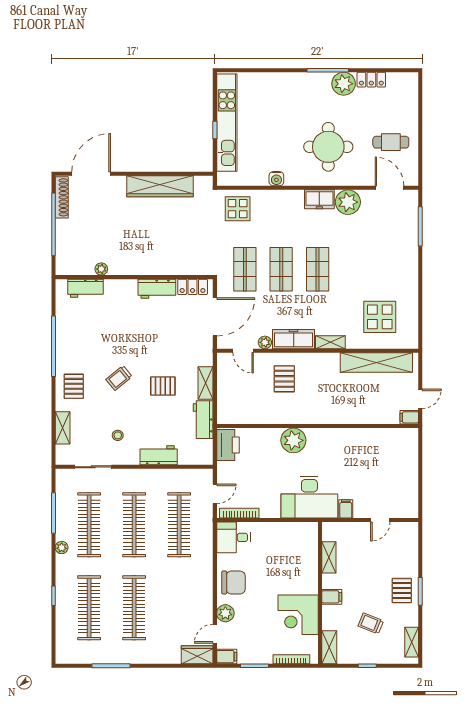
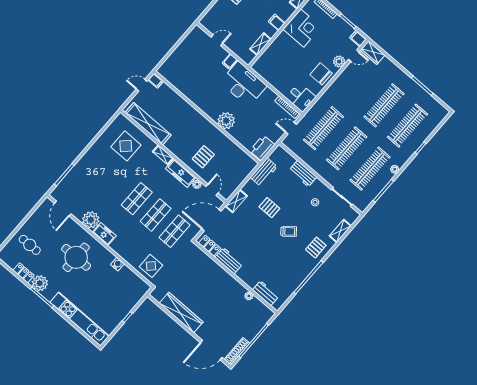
kitchen unit: (227, 123) -> (80, 319), moved, turned 90
cafe table: (391, 142) -> (30, 245), moved
shelving: (206, 383) -> (236, 201), moved

